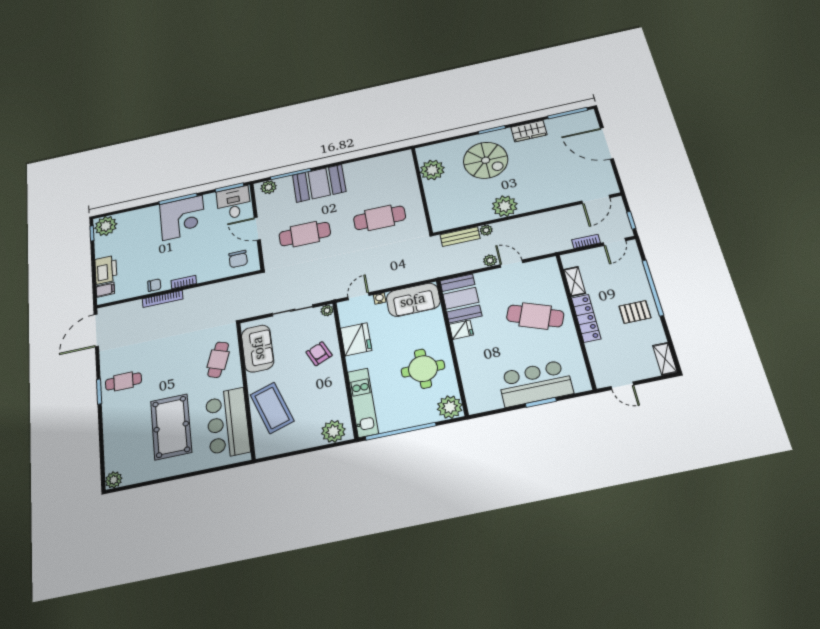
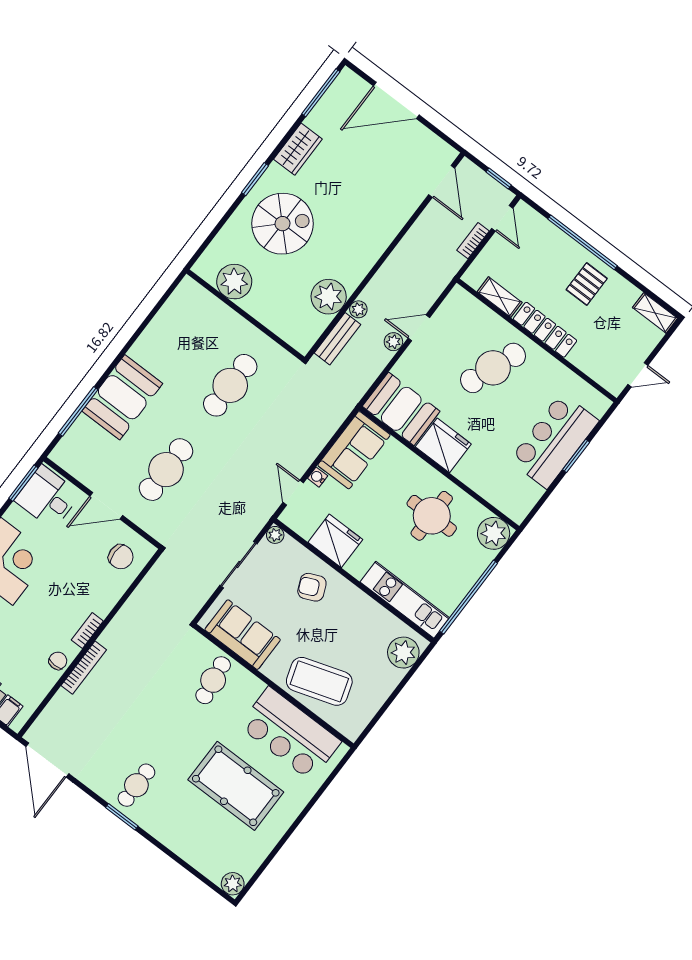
plant: (269, 187) -> (69, 447), removed
plant: (505, 206) -> (329, 297), moved
fridge: (461, 330) -> (443, 445), width x1.88, depth x1.34
cafe table: (218, 360) -> (213, 680), turned 62

